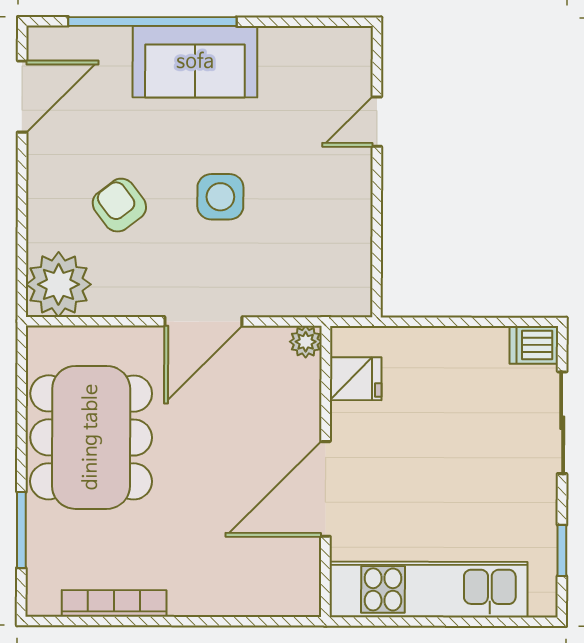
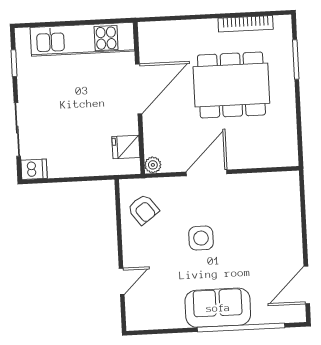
armchair: (119, 205) -> (143, 209), moved
plant: (59, 284) -> (283, 188), removed
dining table: (91, 437) -> (231, 85), moved, turned 90

